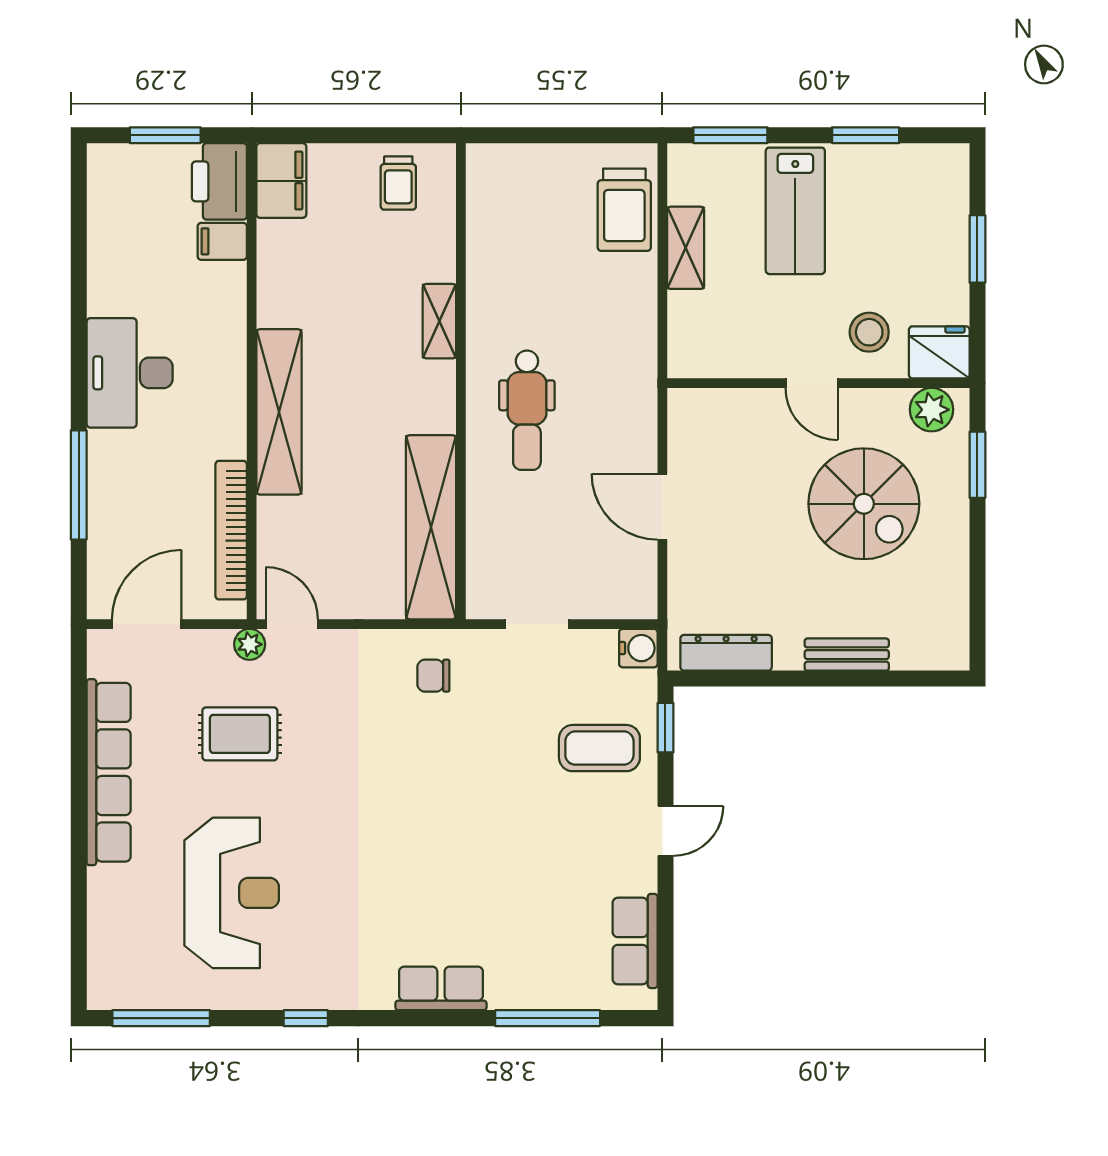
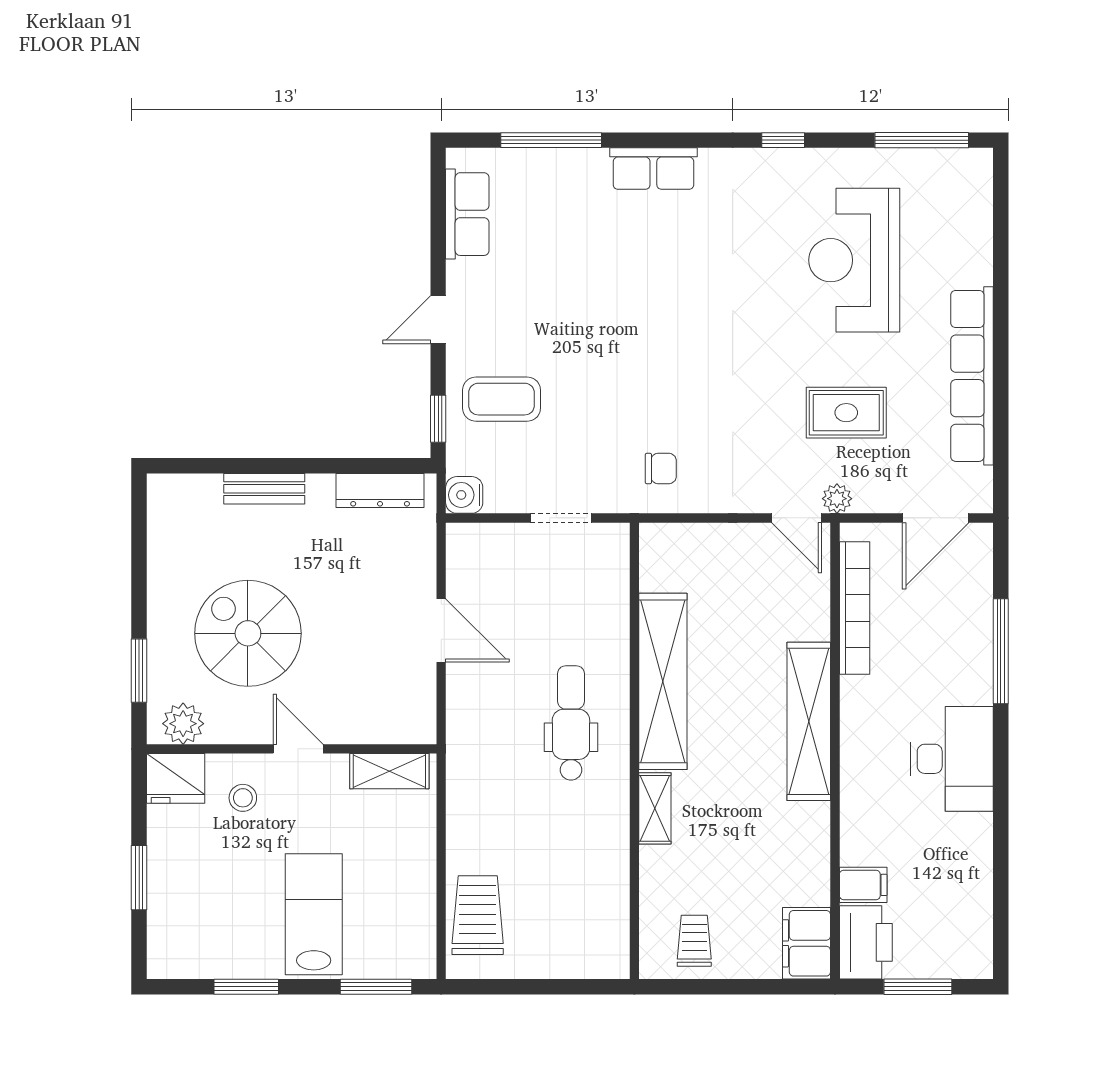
shelving: (686, 248) -> (389, 771), moved, turned 90
stool: (869, 332) -> (243, 798), width x0.73, depth x0.73
shelving: (431, 527) -> (663, 681), moved

